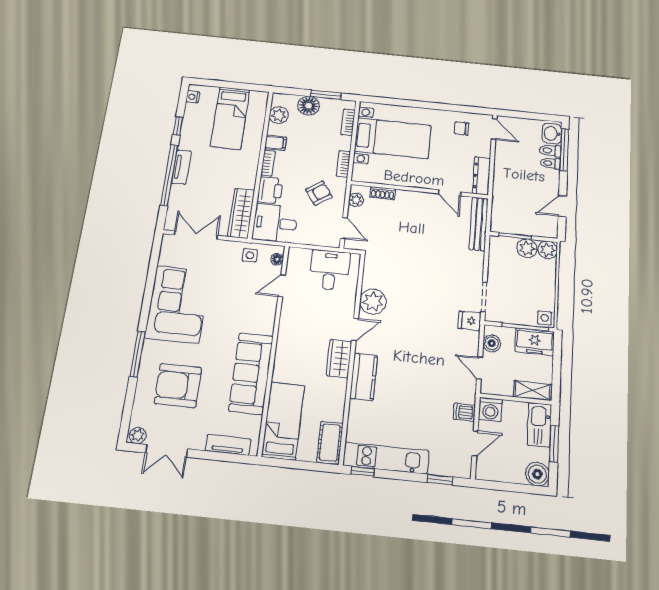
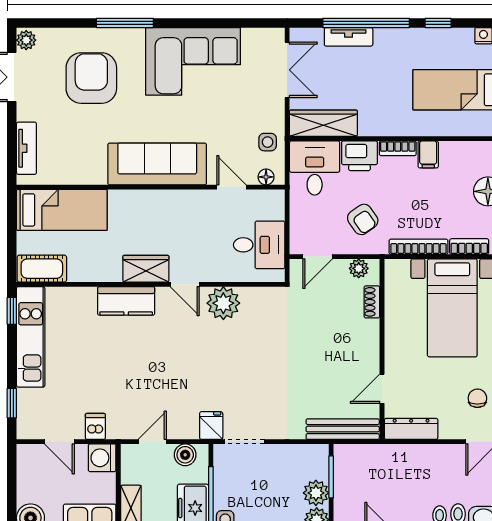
plant: (279, 115) -> (469, 153), removed
bookcase: (343, 164) -> (418, 247), width x1.56
tv unit: (181, 167) -> (349, 37), moved
sofa: (251, 373) -> (157, 164), moved

